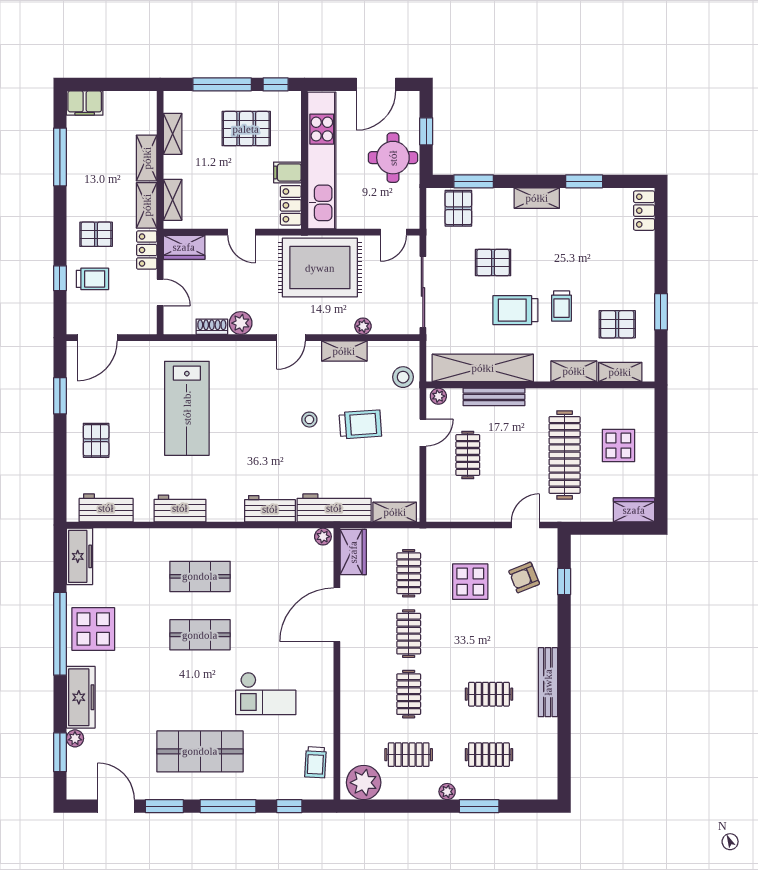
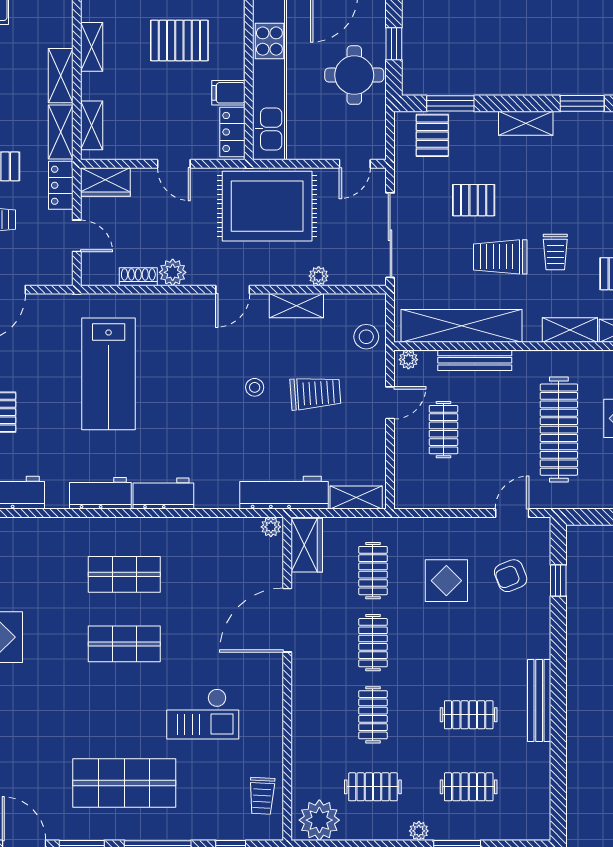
workbench: (270, 509) -> (163, 494), moved

